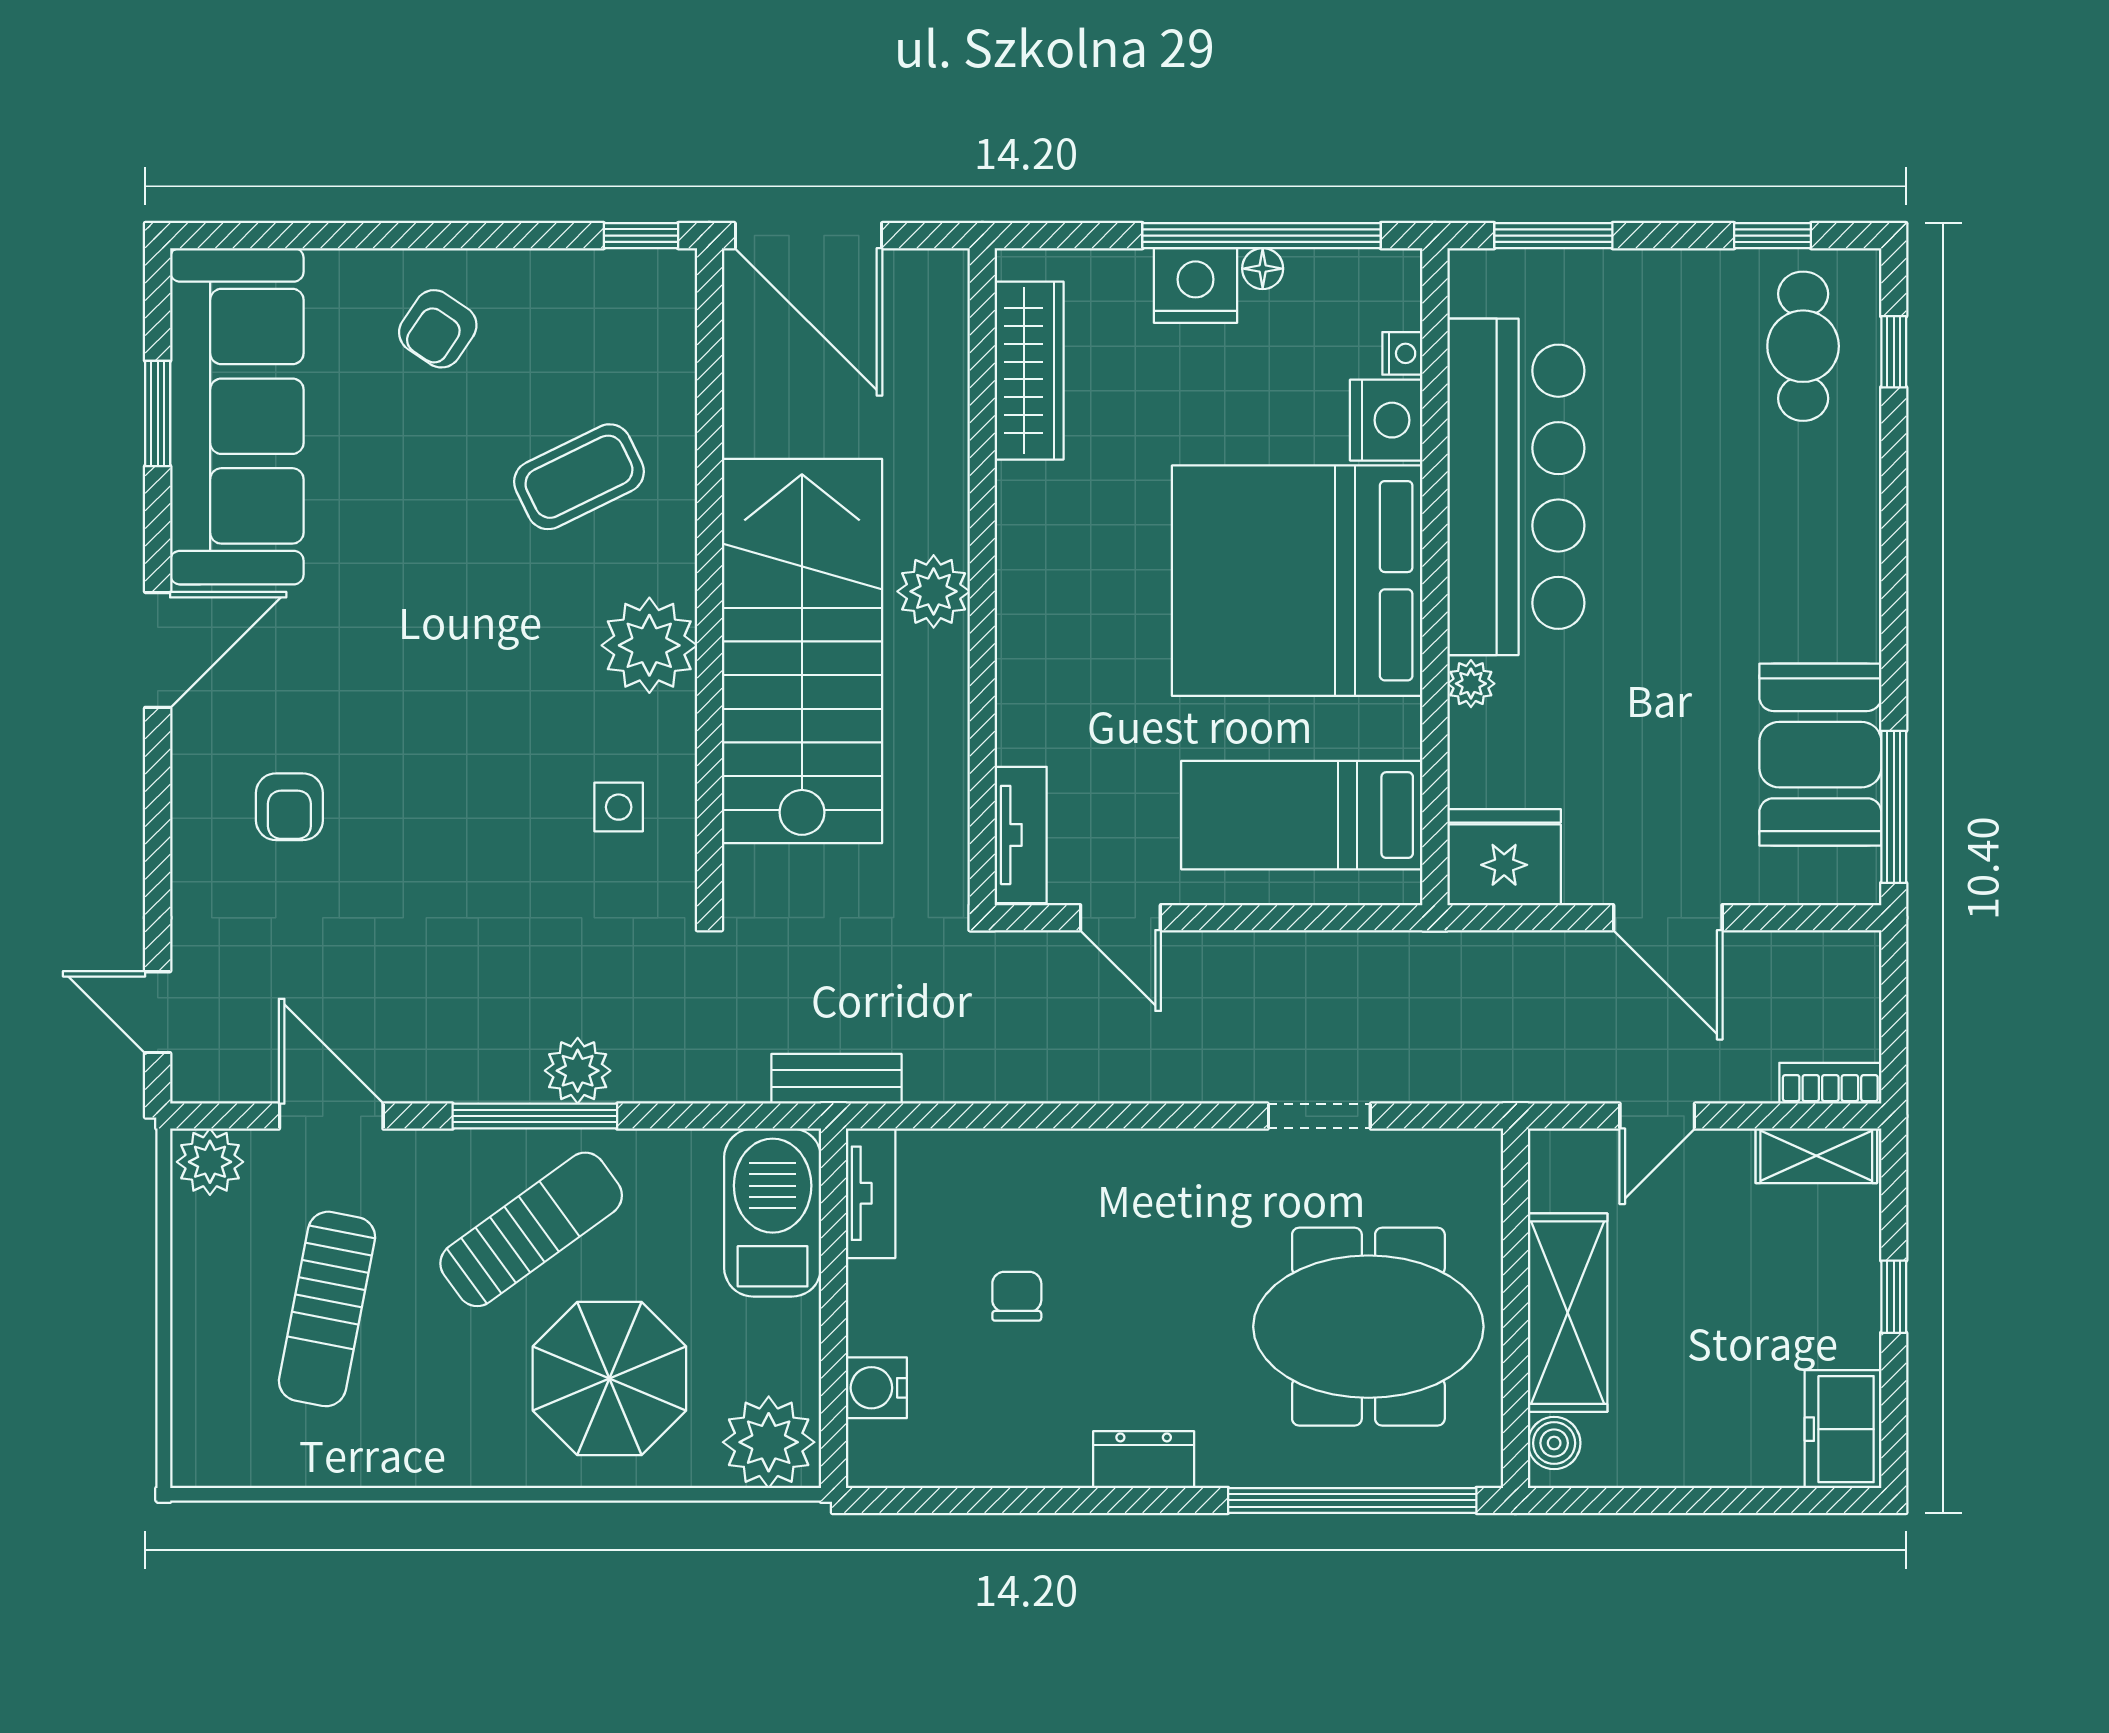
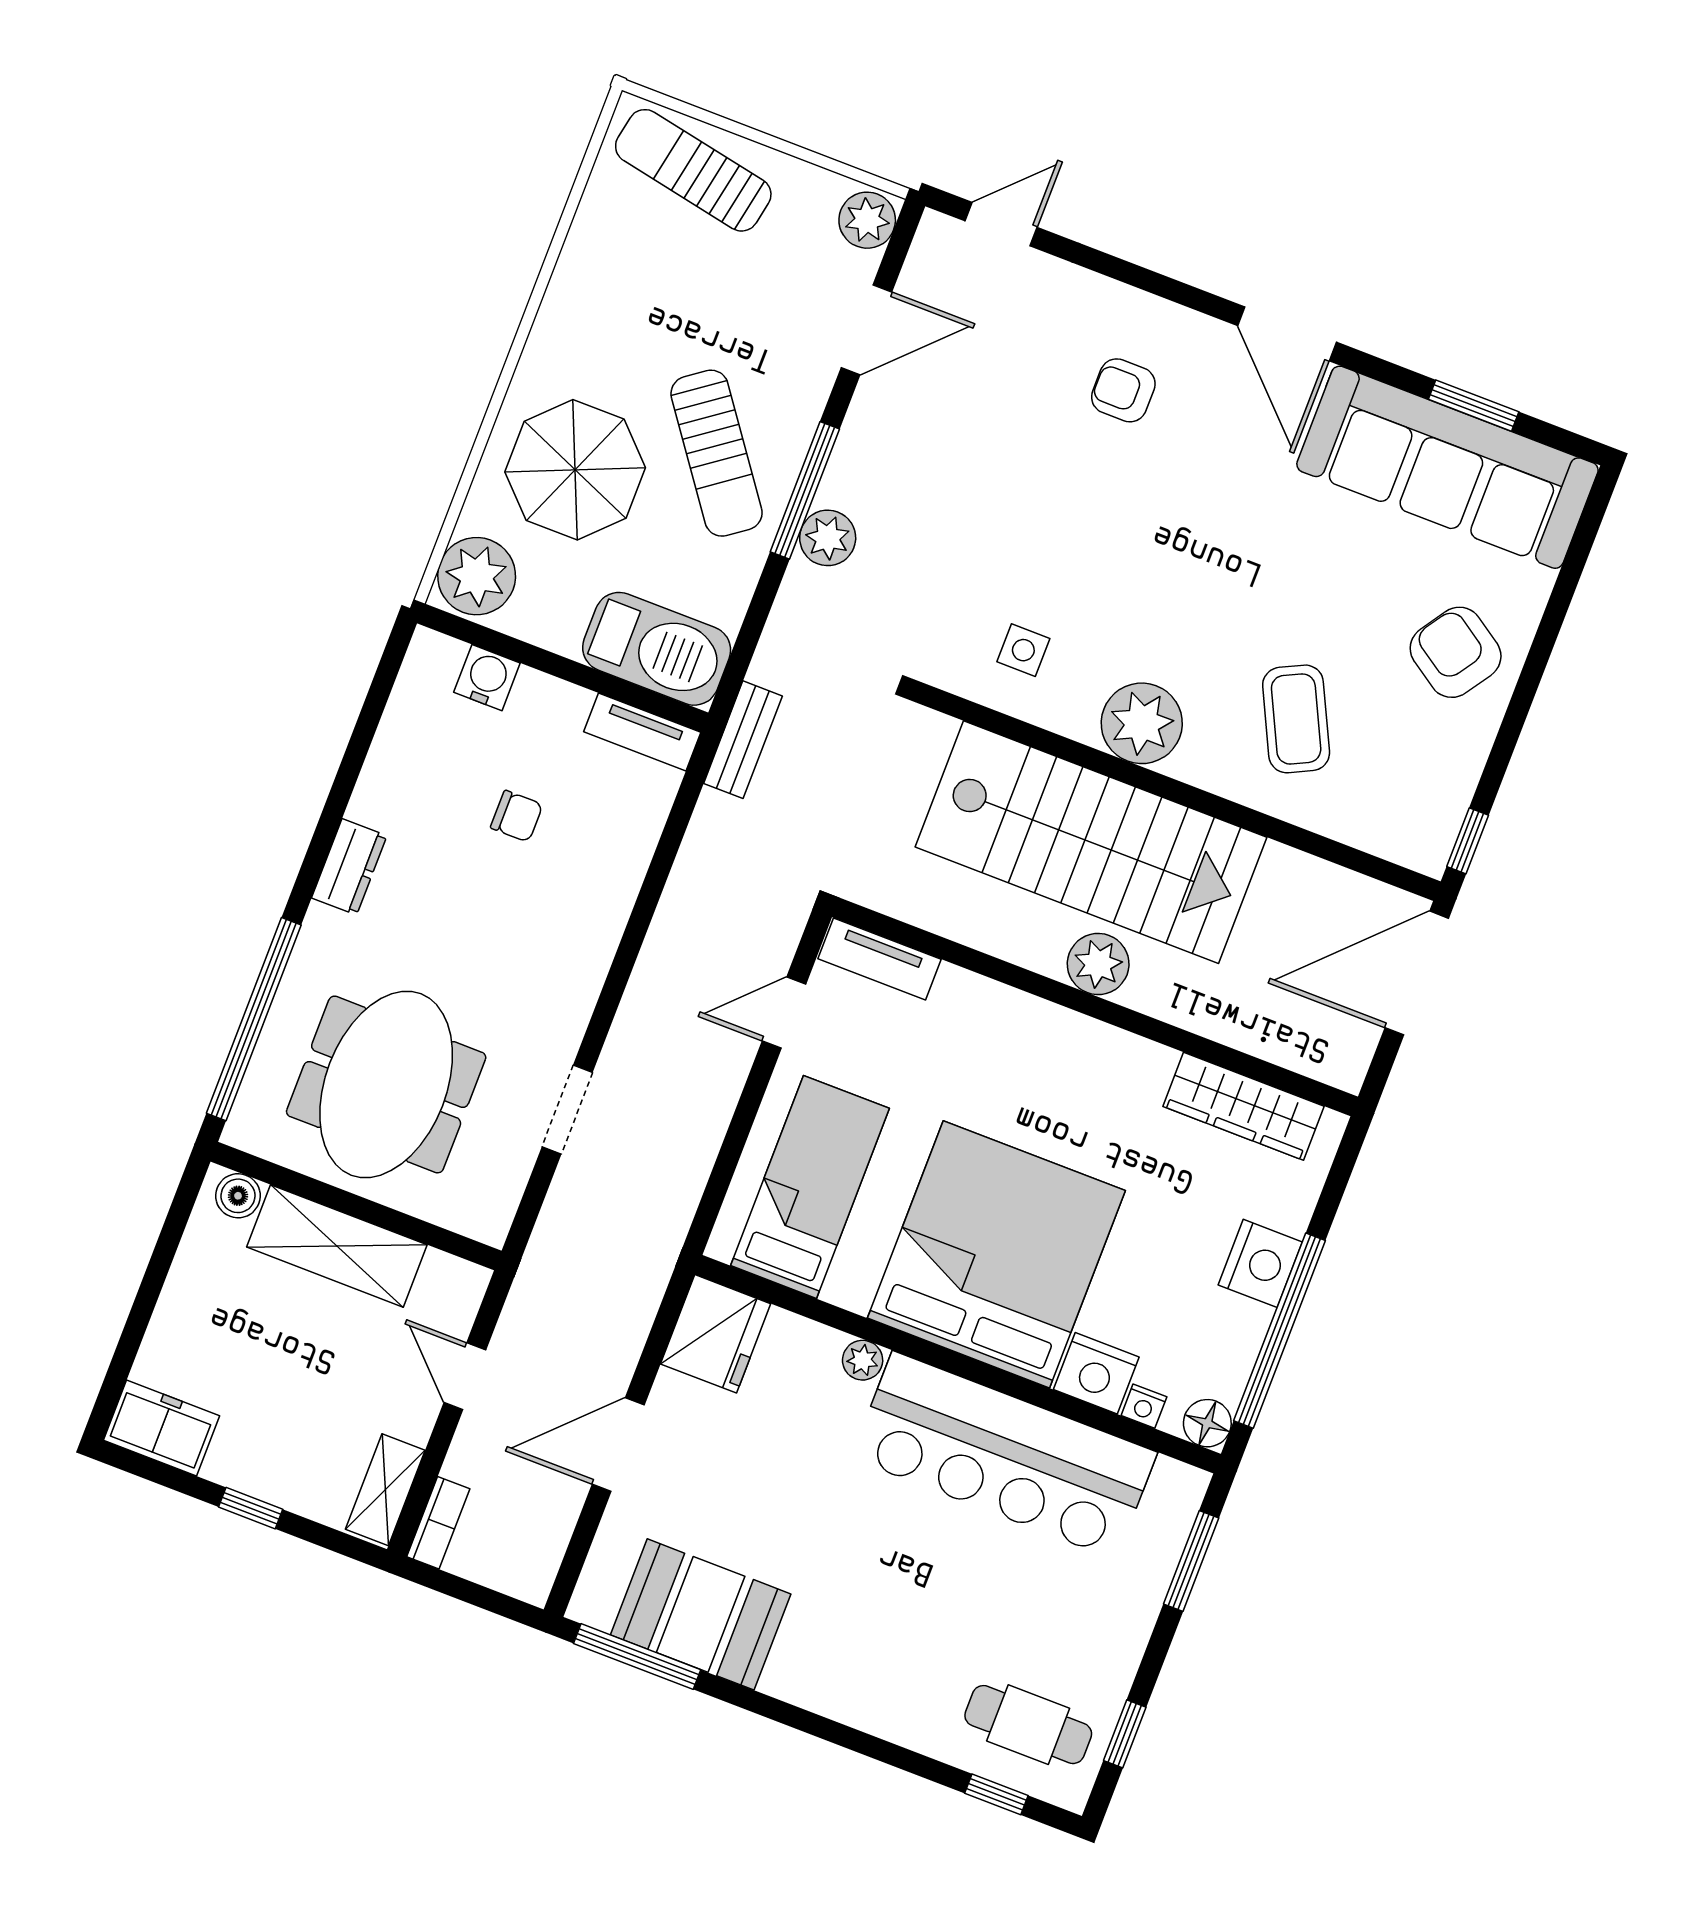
floor lamp: (1263, 269) -> (1207, 1423), moved, width x1.37, depth x1.37
armchair: (438, 329) -> (1456, 652), width x1.38, depth x1.38
sun lounger: (327, 1309) -> (693, 170), moved

